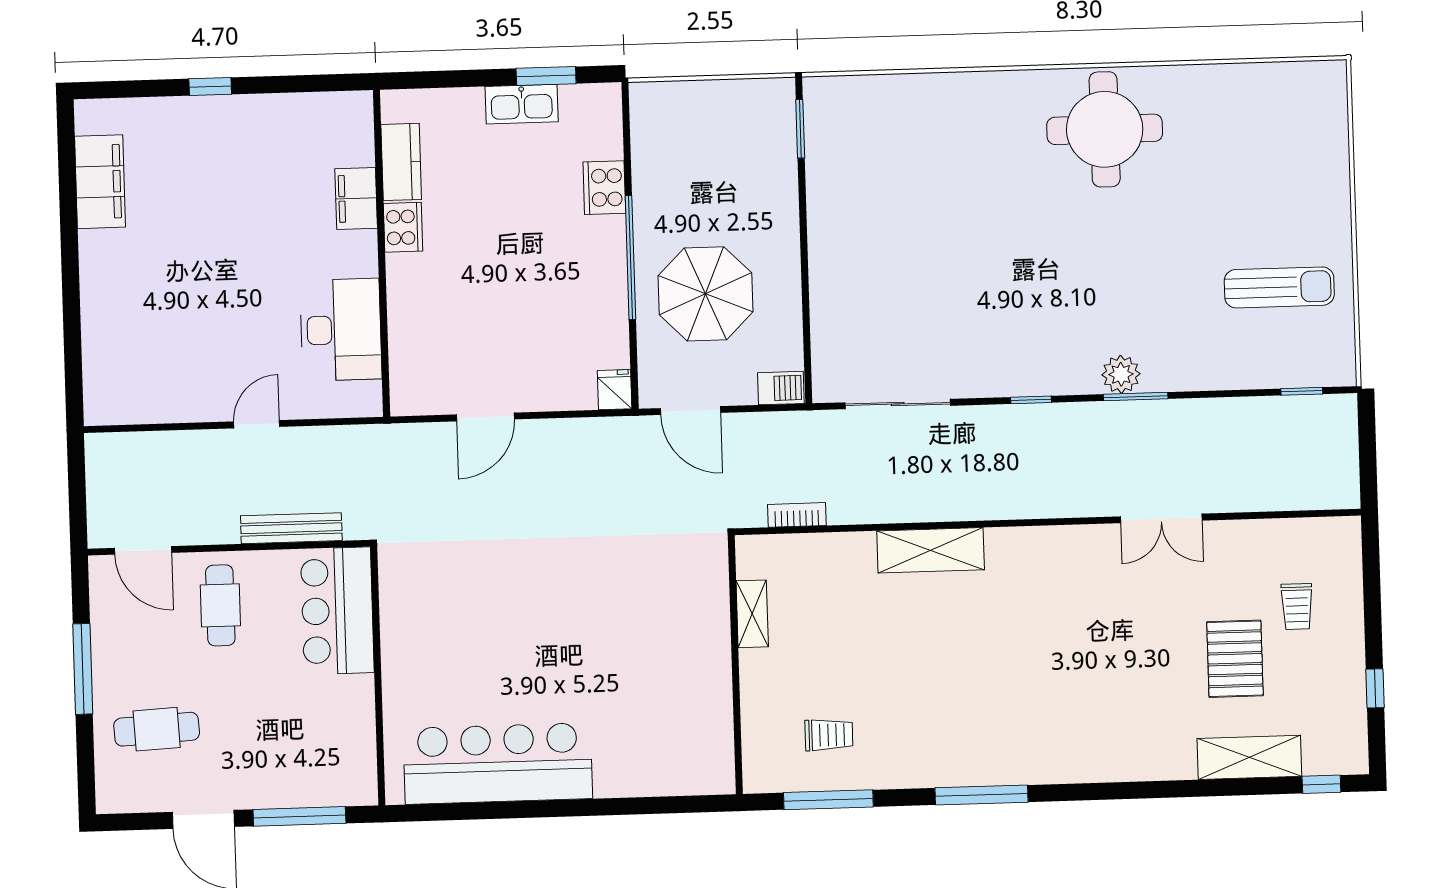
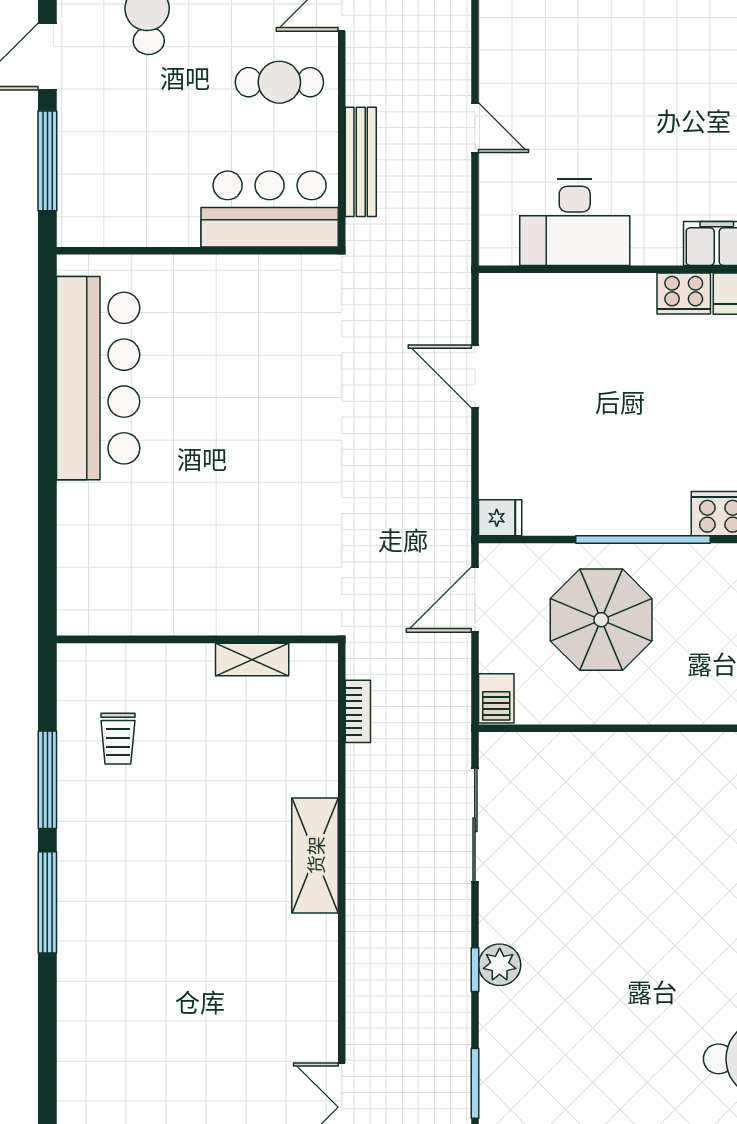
plant: (1121, 374) -> (500, 965), moved
window: (828, 800) -> (47, 780), moved

